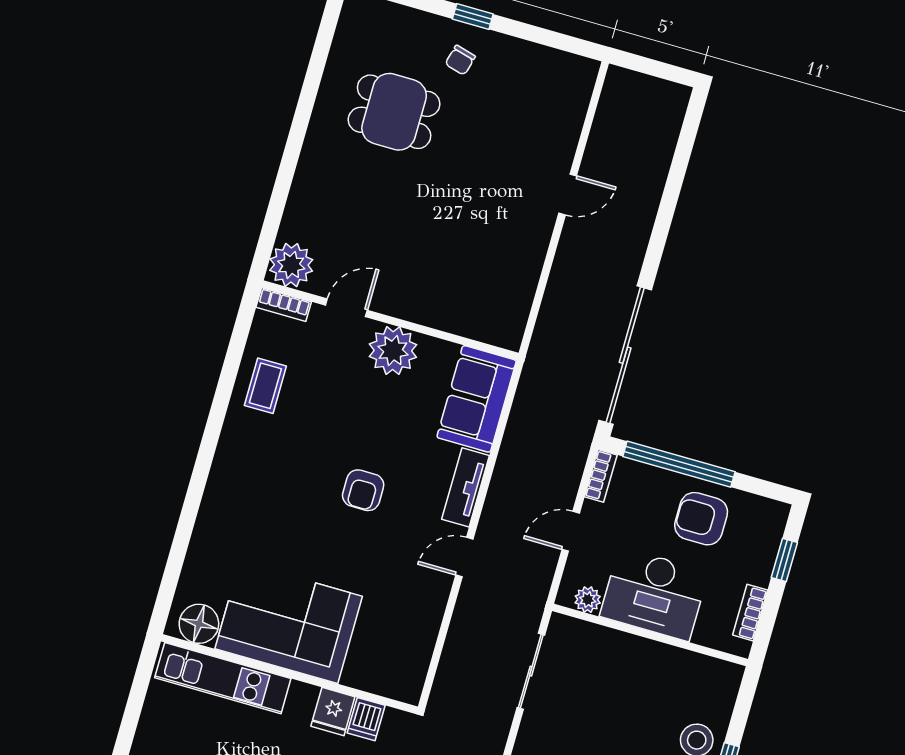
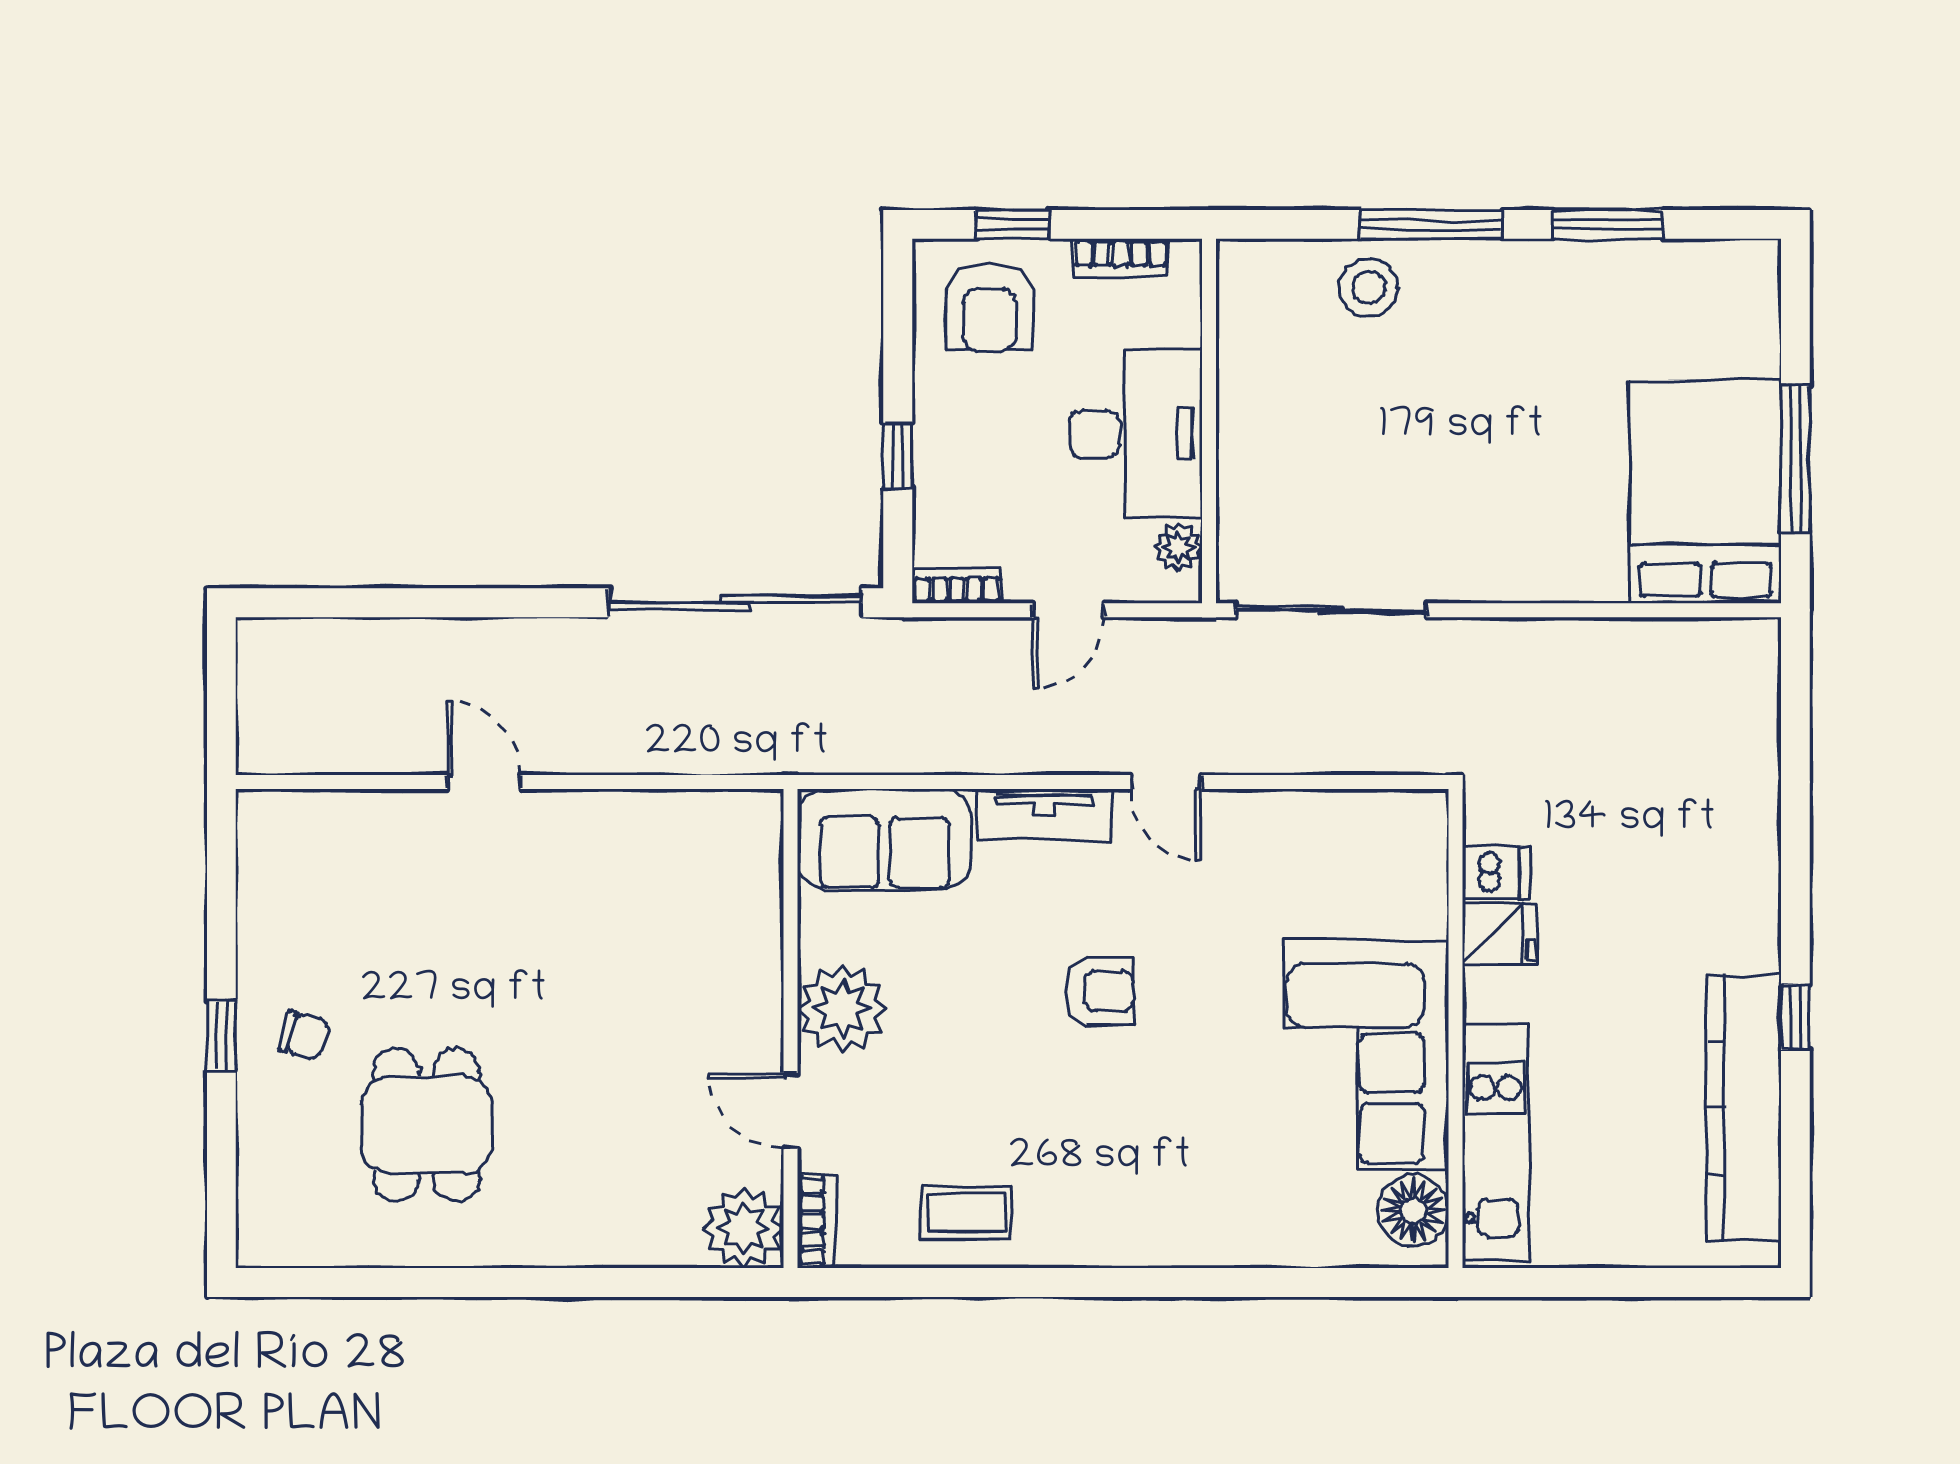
window: (679, 464) -> (898, 455), width x0.32
armchair: (701, 519) -> (990, 307), moved
door: (571, 531) -> (1068, 610), hinge flipped
sliding door: (531, 671) -> (1331, 610), width x1.37

